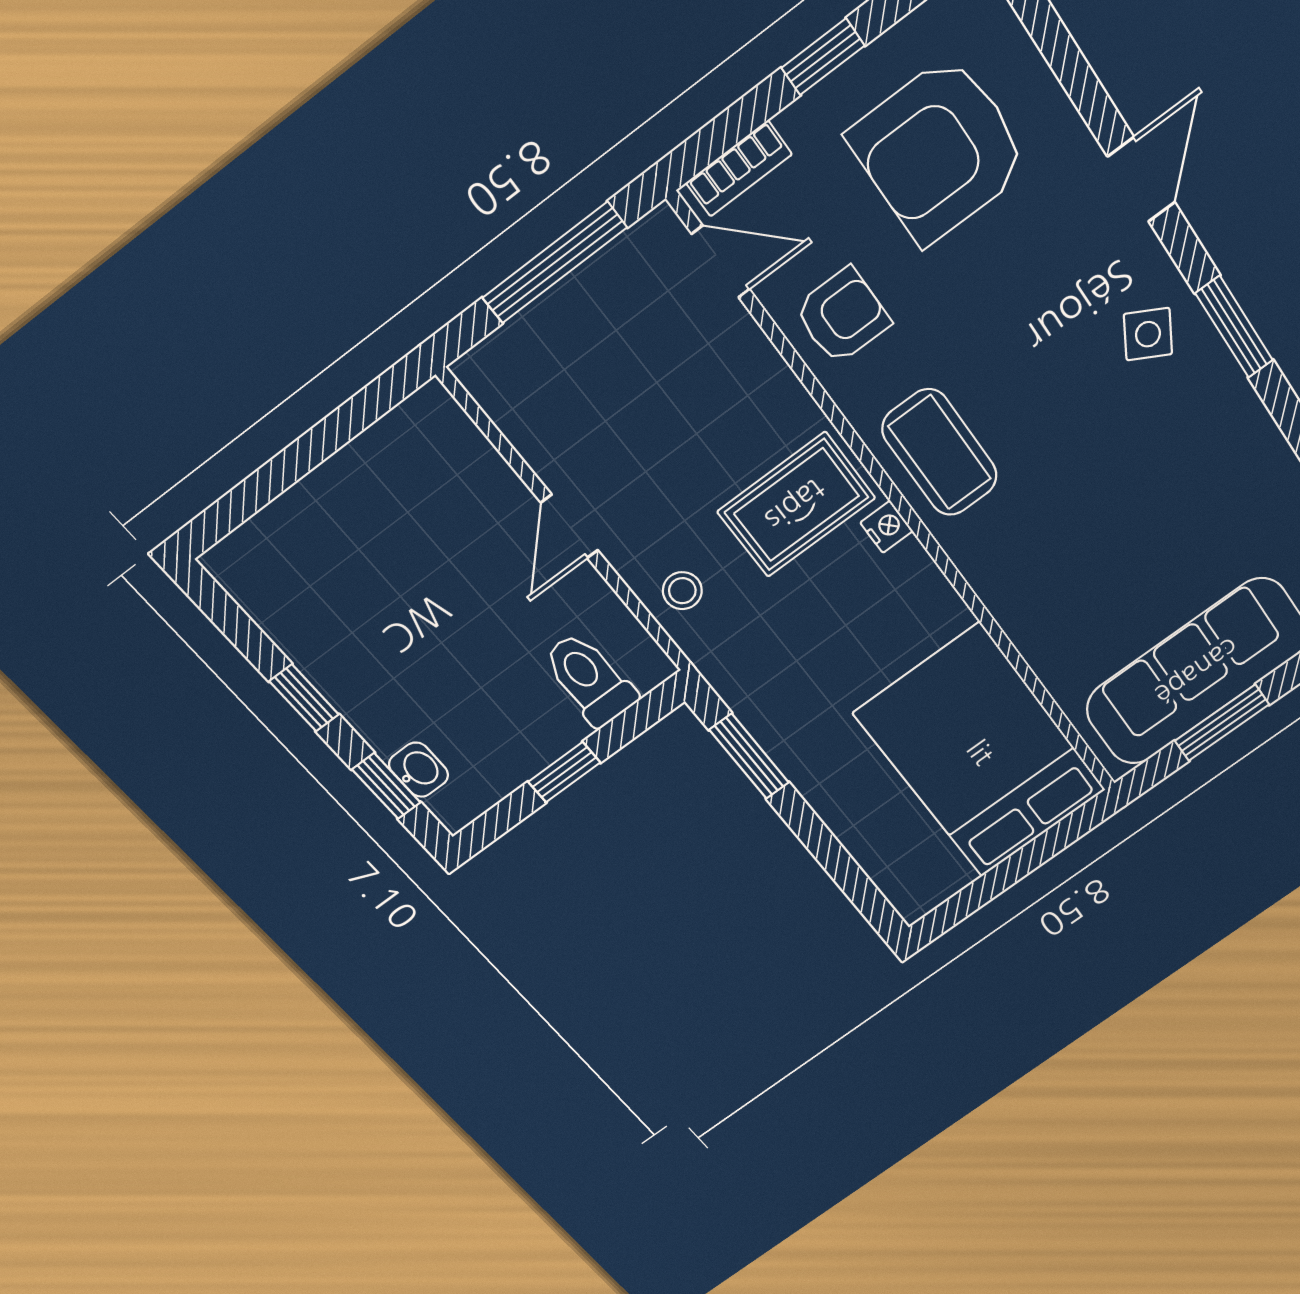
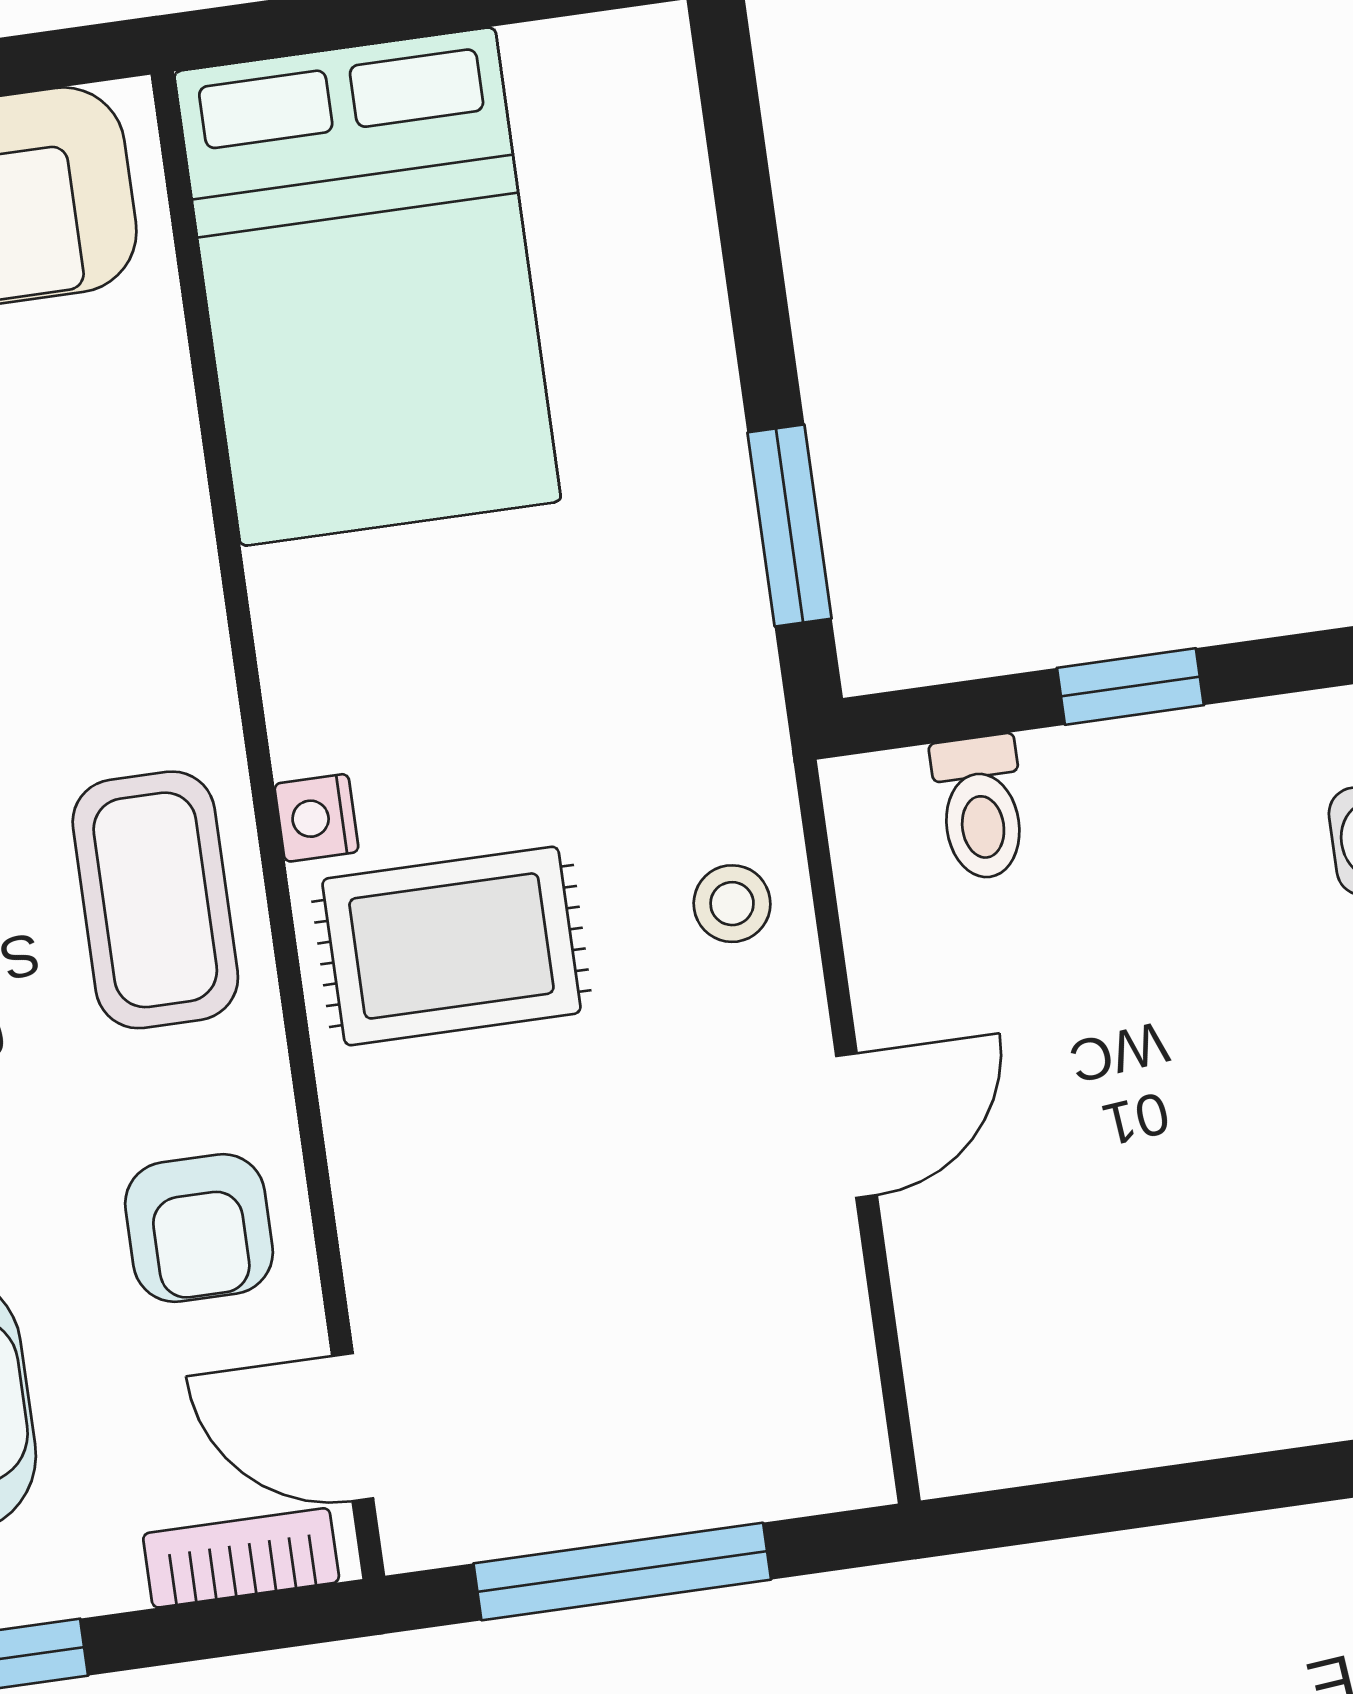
armchair: (843, 316) -> (199, 1228), turned -90
toilet: (590, 679) -> (980, 807), width x0.73, depth x0.72

